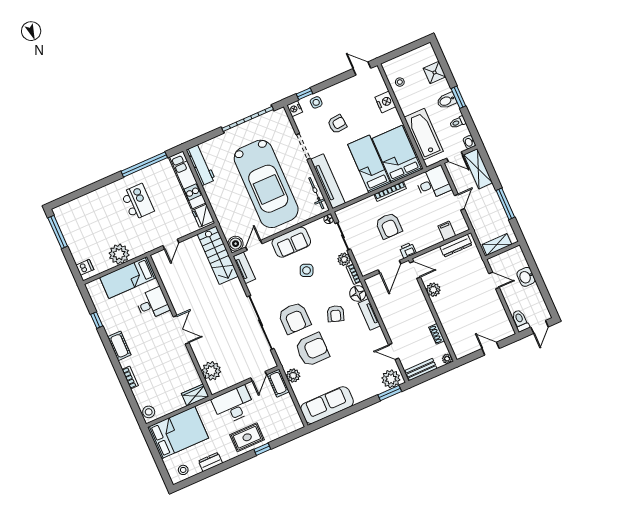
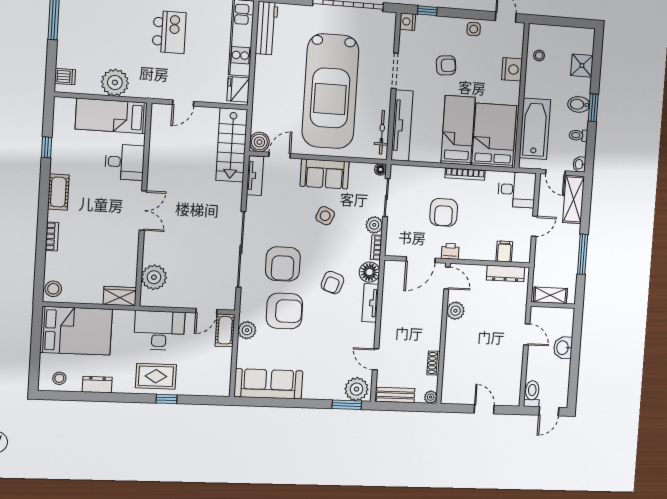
side table: (316, 102) -> (474, 29), moved

